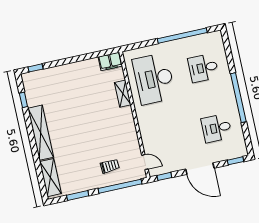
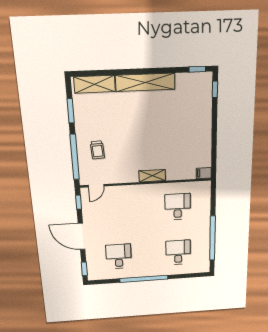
filing cabinet: (110, 61) -> (204, 173), width x0.50
desk: (154, 79) -> (178, 207), width x0.53, depth x0.77
shelving: (123, 94) -> (152, 176), moved
window: (23, 100) -> (197, 69), moved
door: (200, 169) -> (82, 236), hinge flipped

